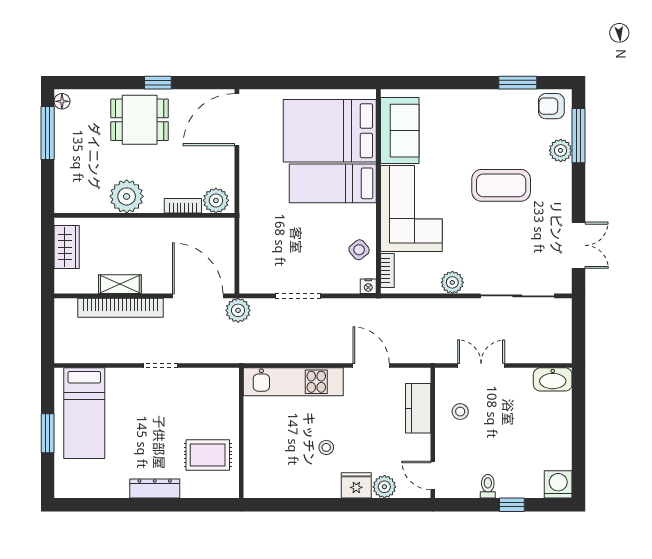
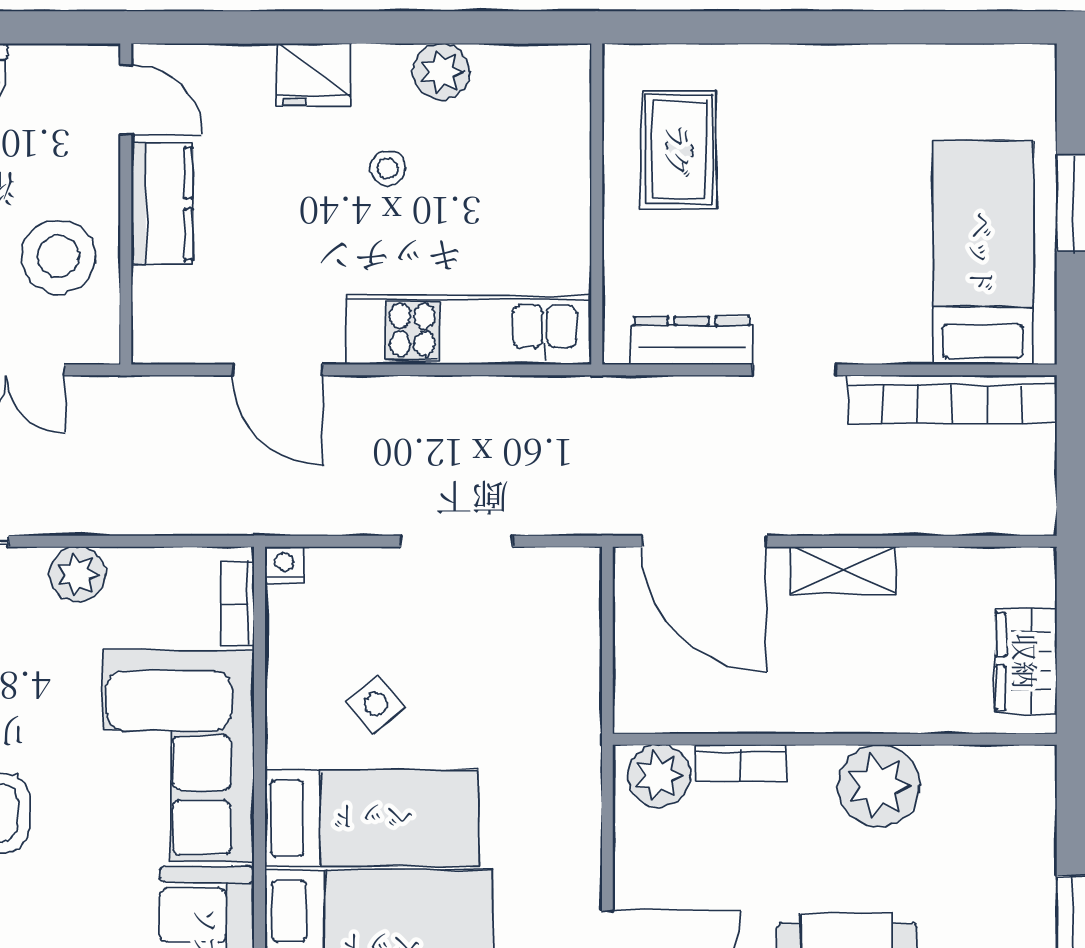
side table: (359, 250) -> (376, 704), moved
shelving: (120, 284) -> (843, 570), moved
bookcase: (120, 308) -> (952, 399), moved, turned 180
plant: (238, 310) -> (605, 506), removed
kitchen counter: (418, 408) -> (162, 204), moved
stool: (460, 412) -> (58, 257), width x1.89, depth x1.89
rug: (208, 455) -> (679, 150), turned 90
plant: (384, 487) -> (442, 72), moved
dresser: (155, 488) -> (692, 341), moved, turned 180

